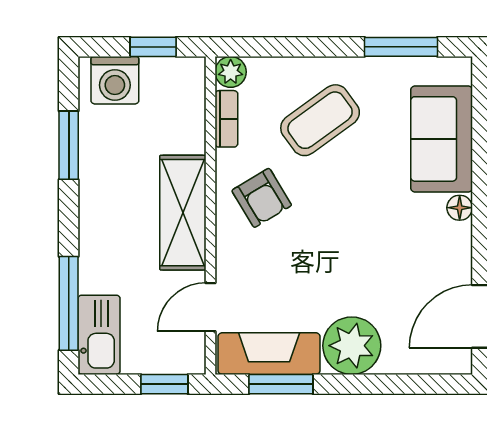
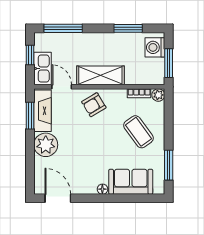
window: (153, 47) -> (169, 63), width x1.50
armchair: (262, 198) -> (94, 105), moved
kitchen sink: (99, 335) -> (43, 68), moved, turned -90
window: (164, 384) -> (30, 55), moved

